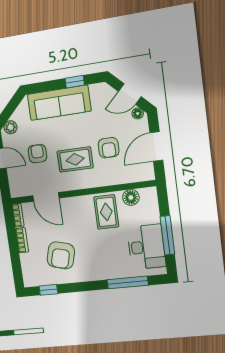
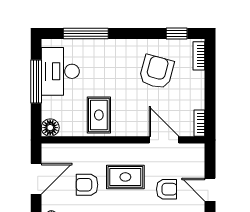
armchair: (109, 148) -> (87, 185), turned -90
armchair: (37, 154) -> (167, 189), turned -90
floor lamp: (131, 197) -> (50, 128), moved
bookcase: (22, 240) -> (199, 56), moved

